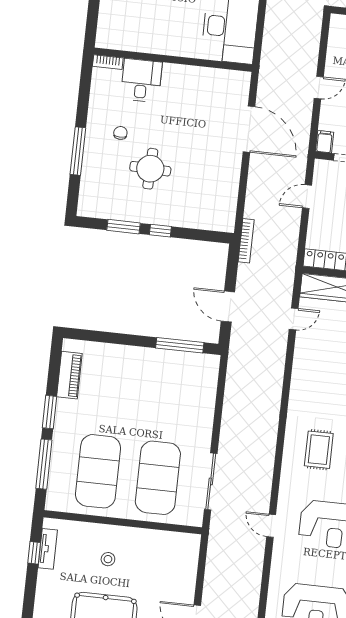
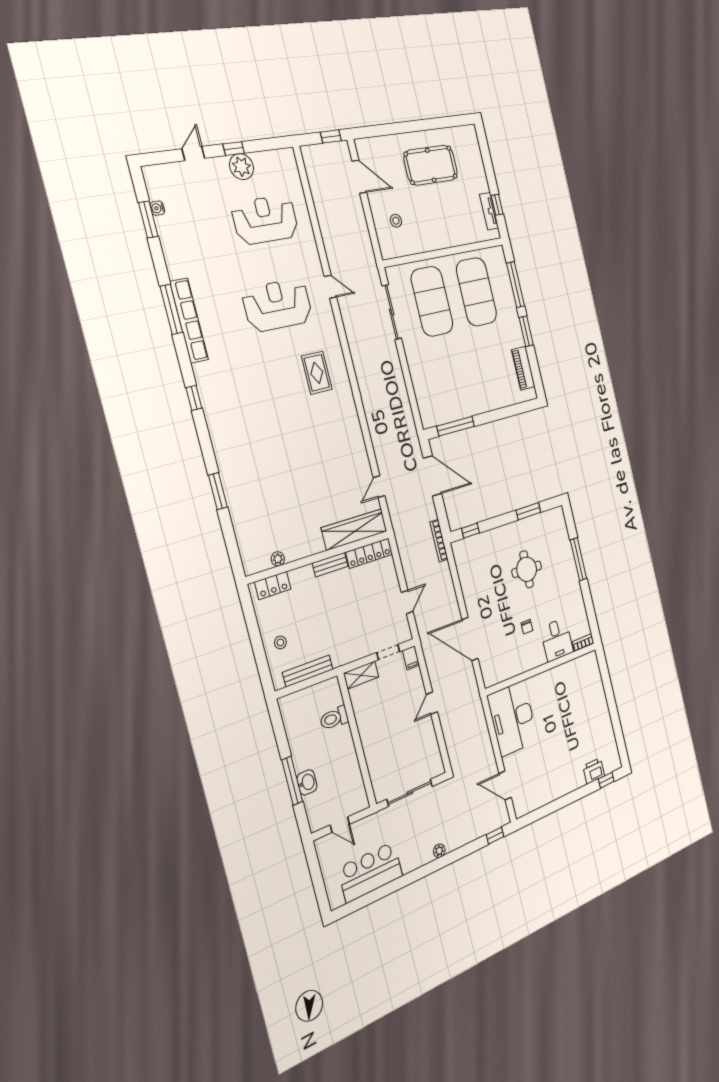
chair: (120, 133) -> (527, 627), moved
window: (160, 231) -> (470, 531), moved
door: (228, 307) -> (432, 476), width x1.36
stool: (108, 559) -> (396, 221), moved

